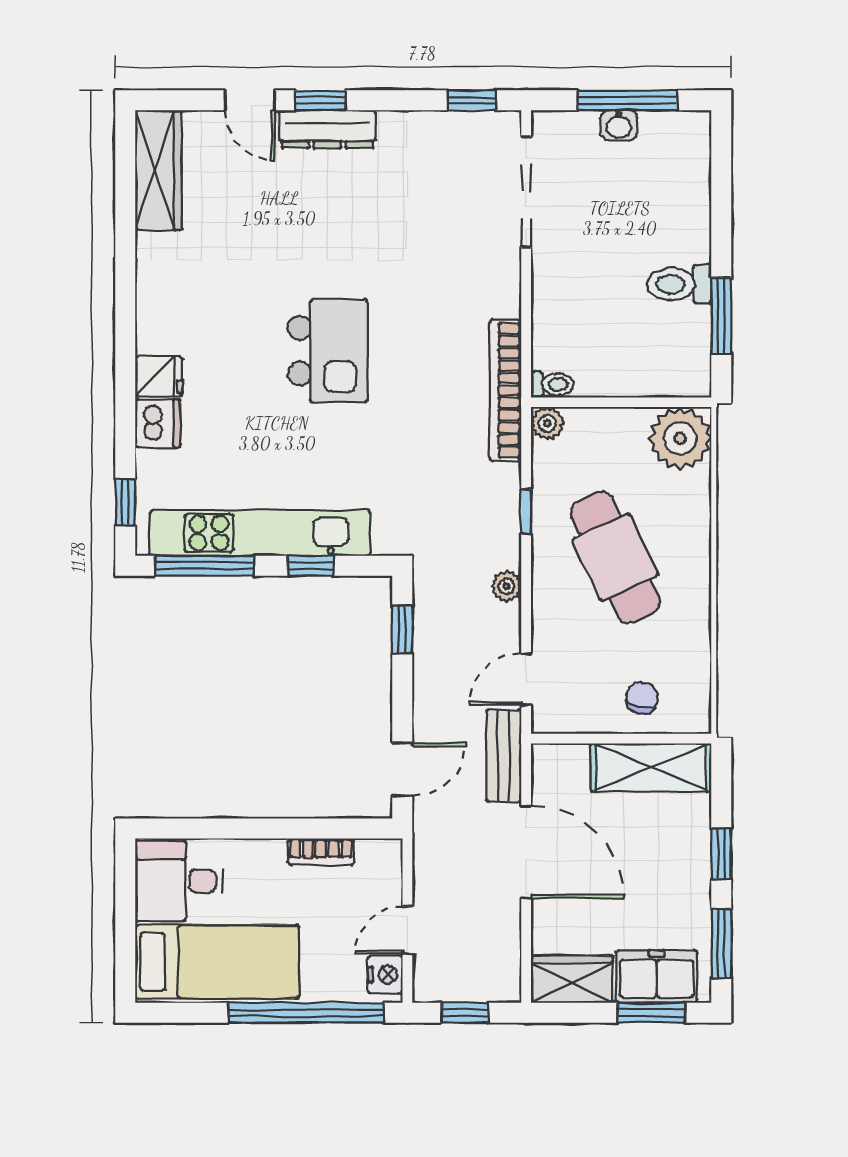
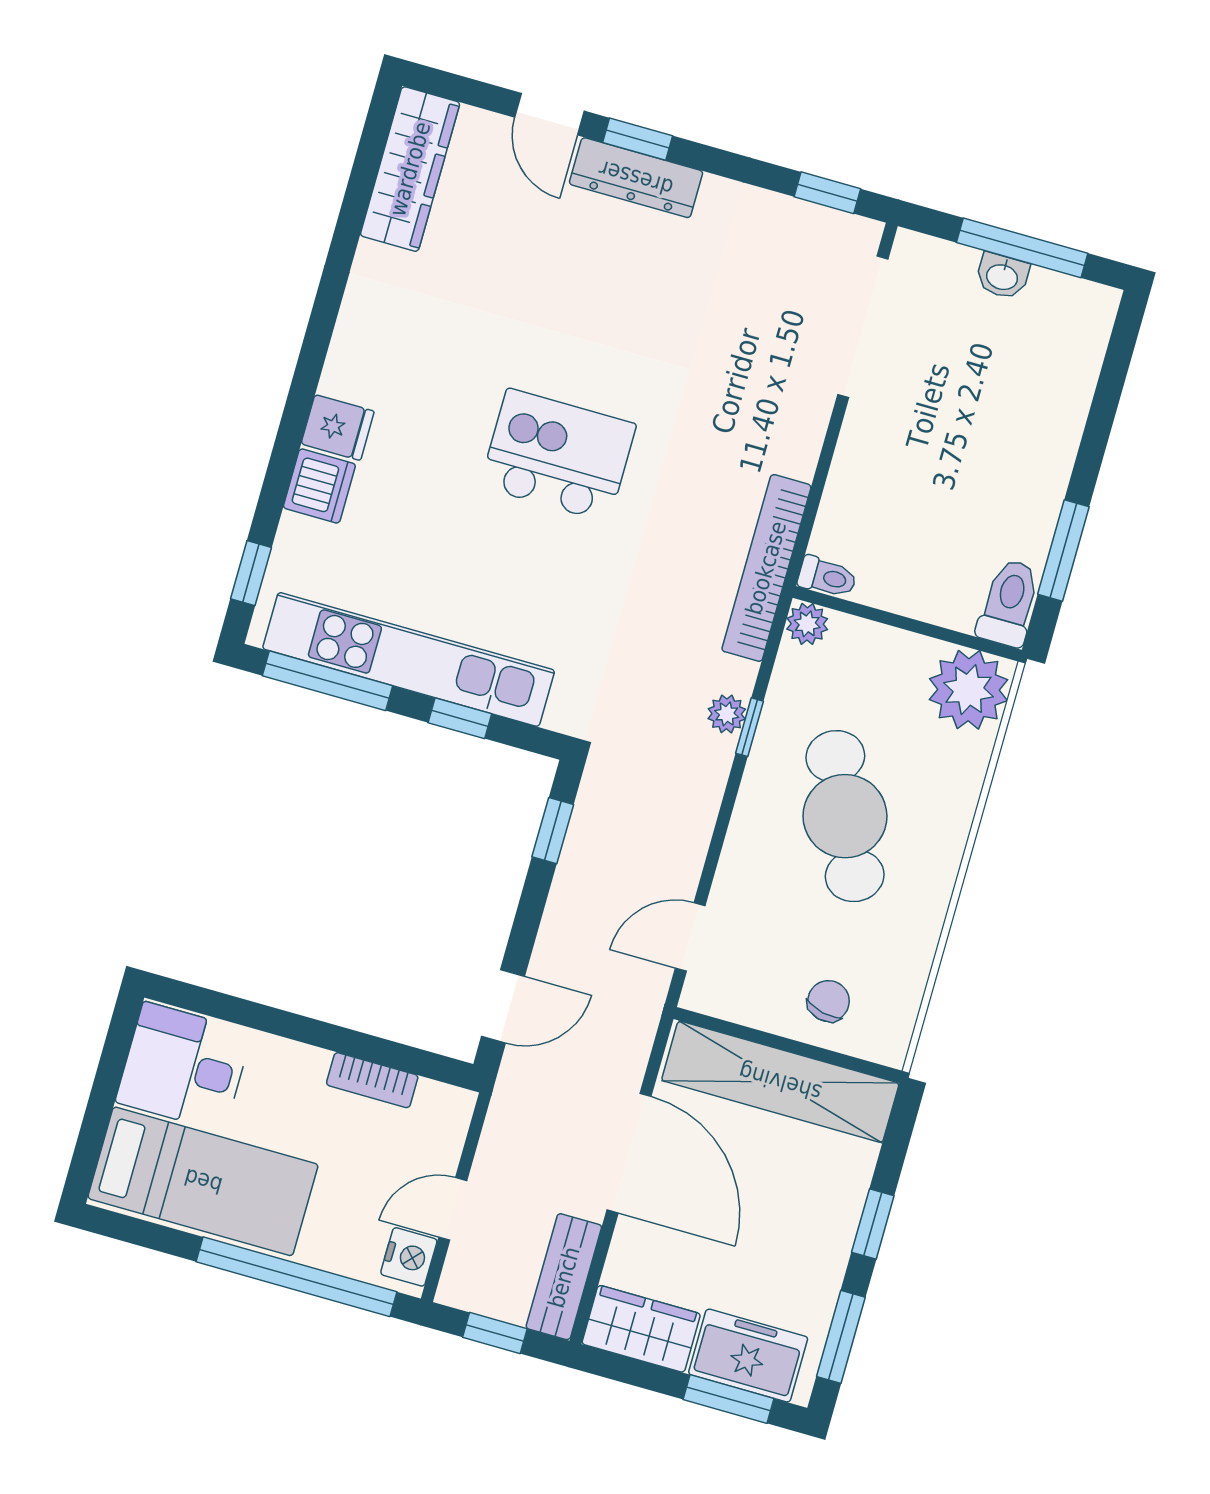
toilet: (679, 284) -> (1009, 603), moved, turned 90
kitchen island: (328, 351) -> (558, 455), turned -90
plant: (506, 586) -> (727, 714), moved
bench: (504, 756) -> (564, 1277), moved
shelving: (651, 767) -> (780, 1082), width x1.47

